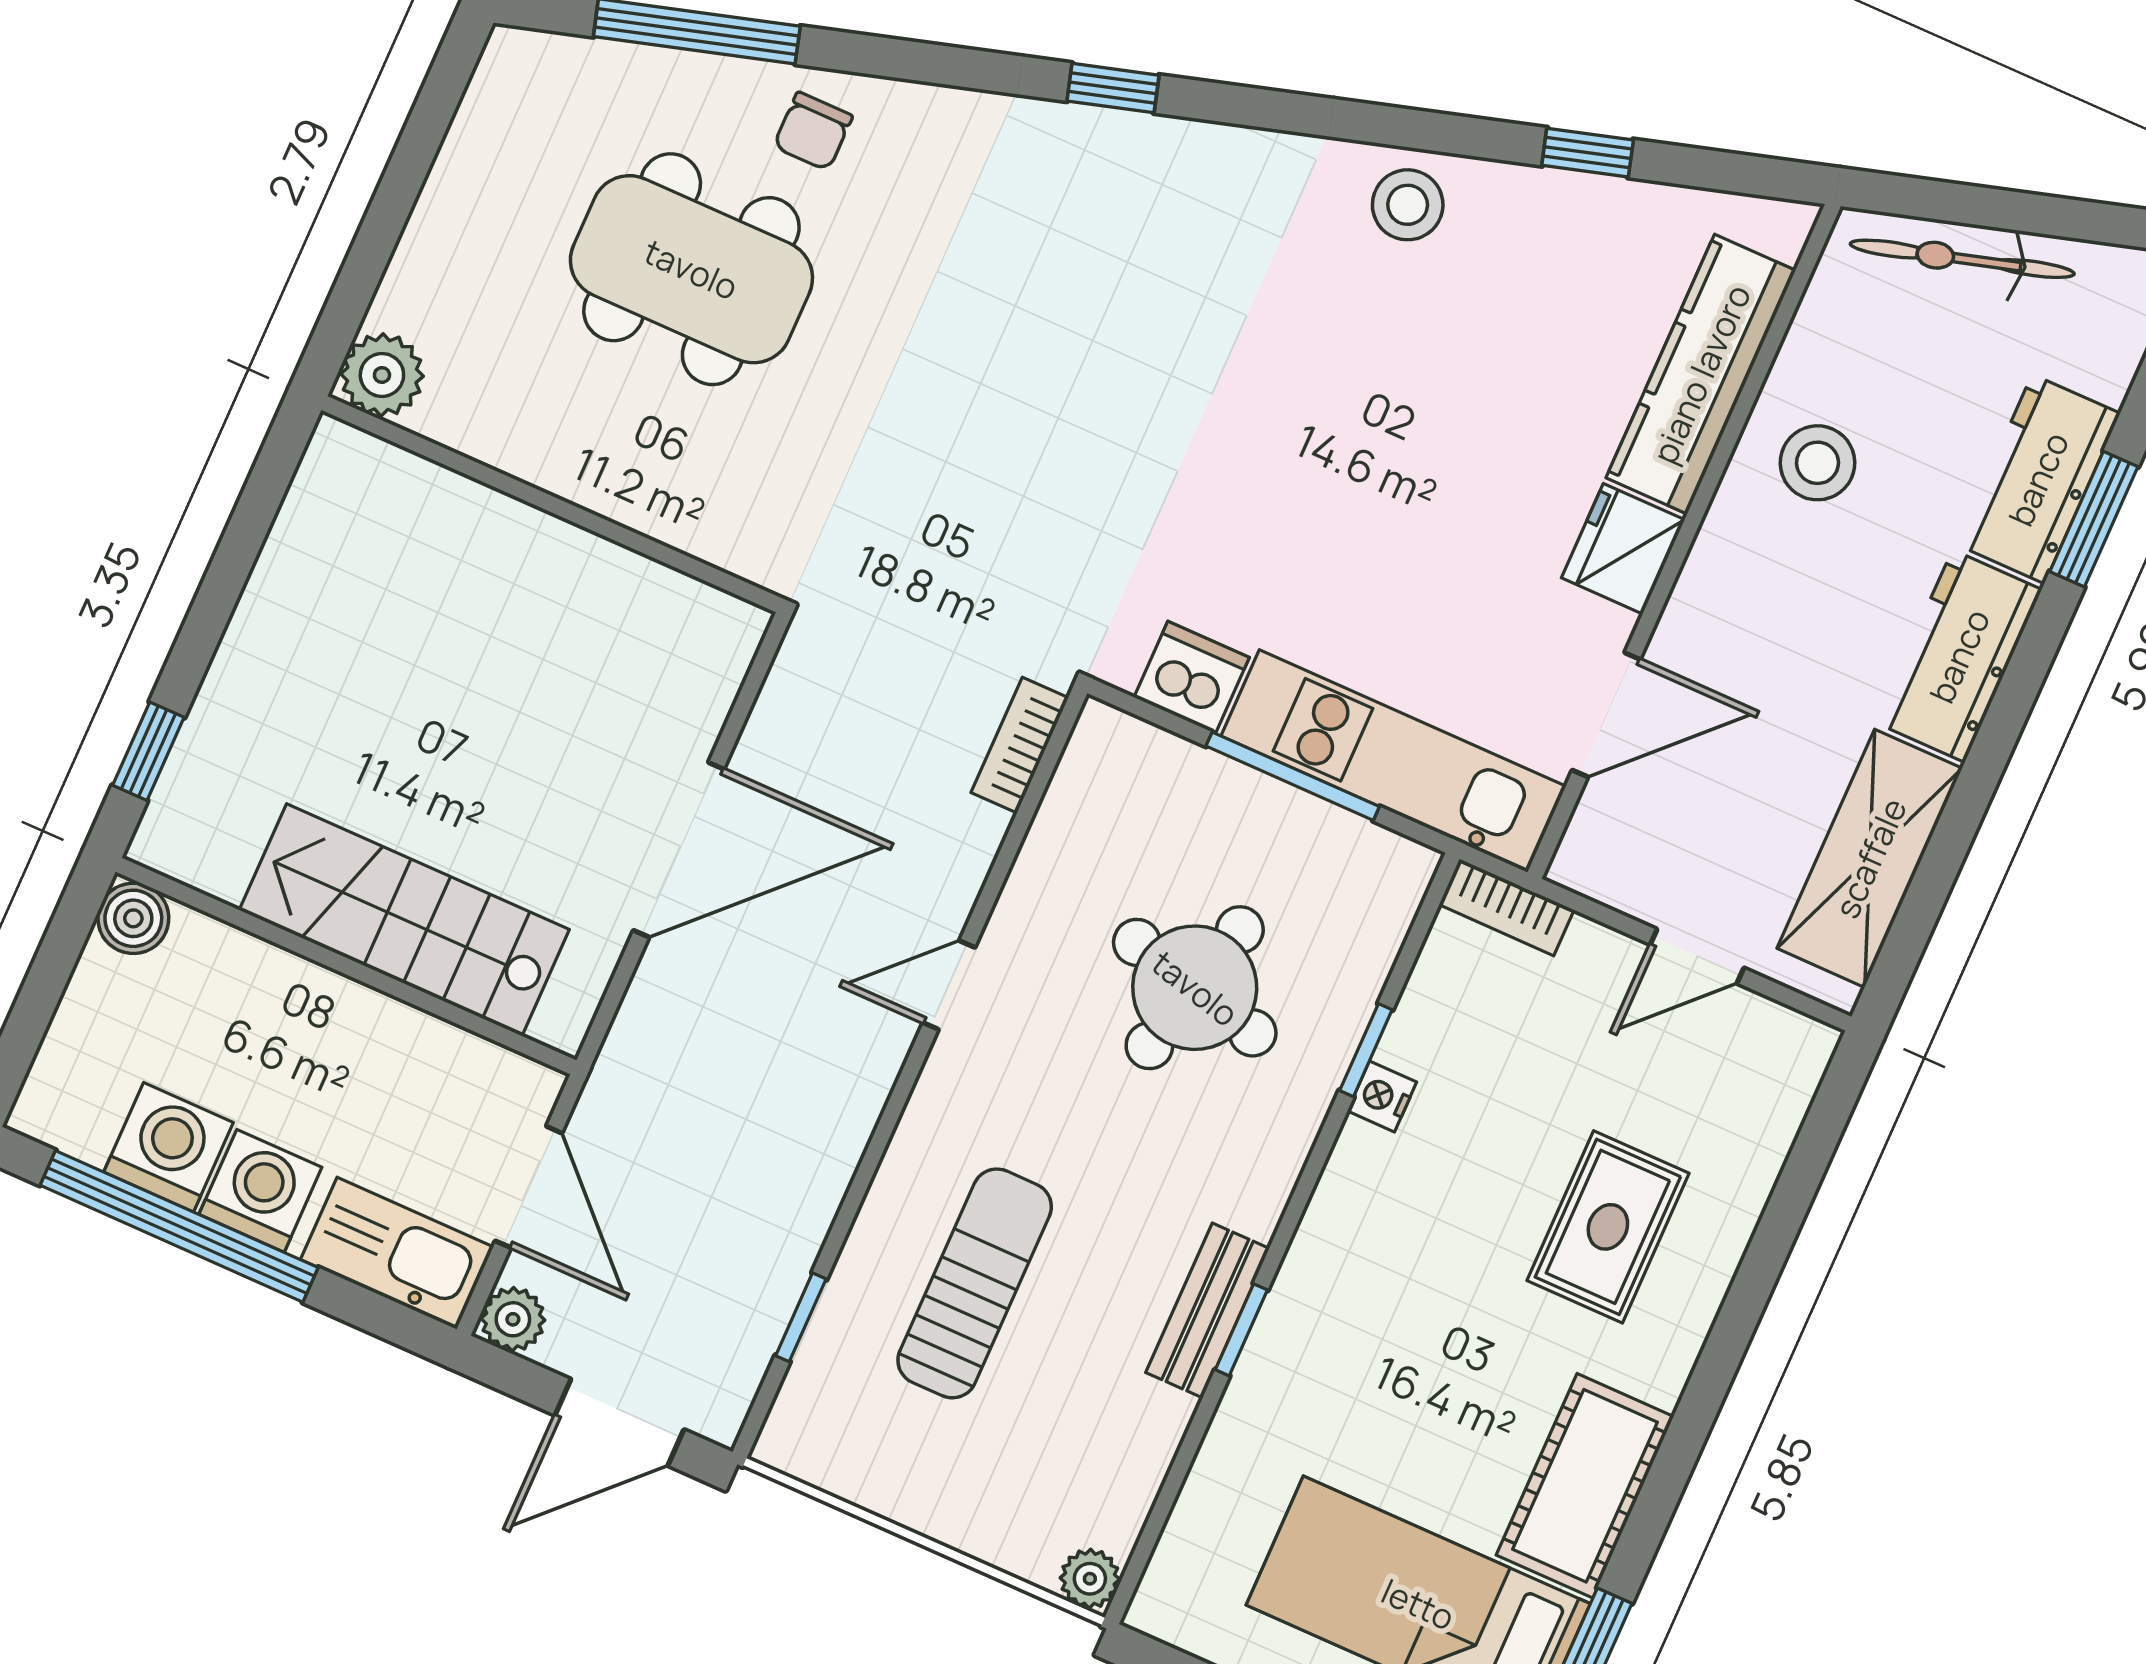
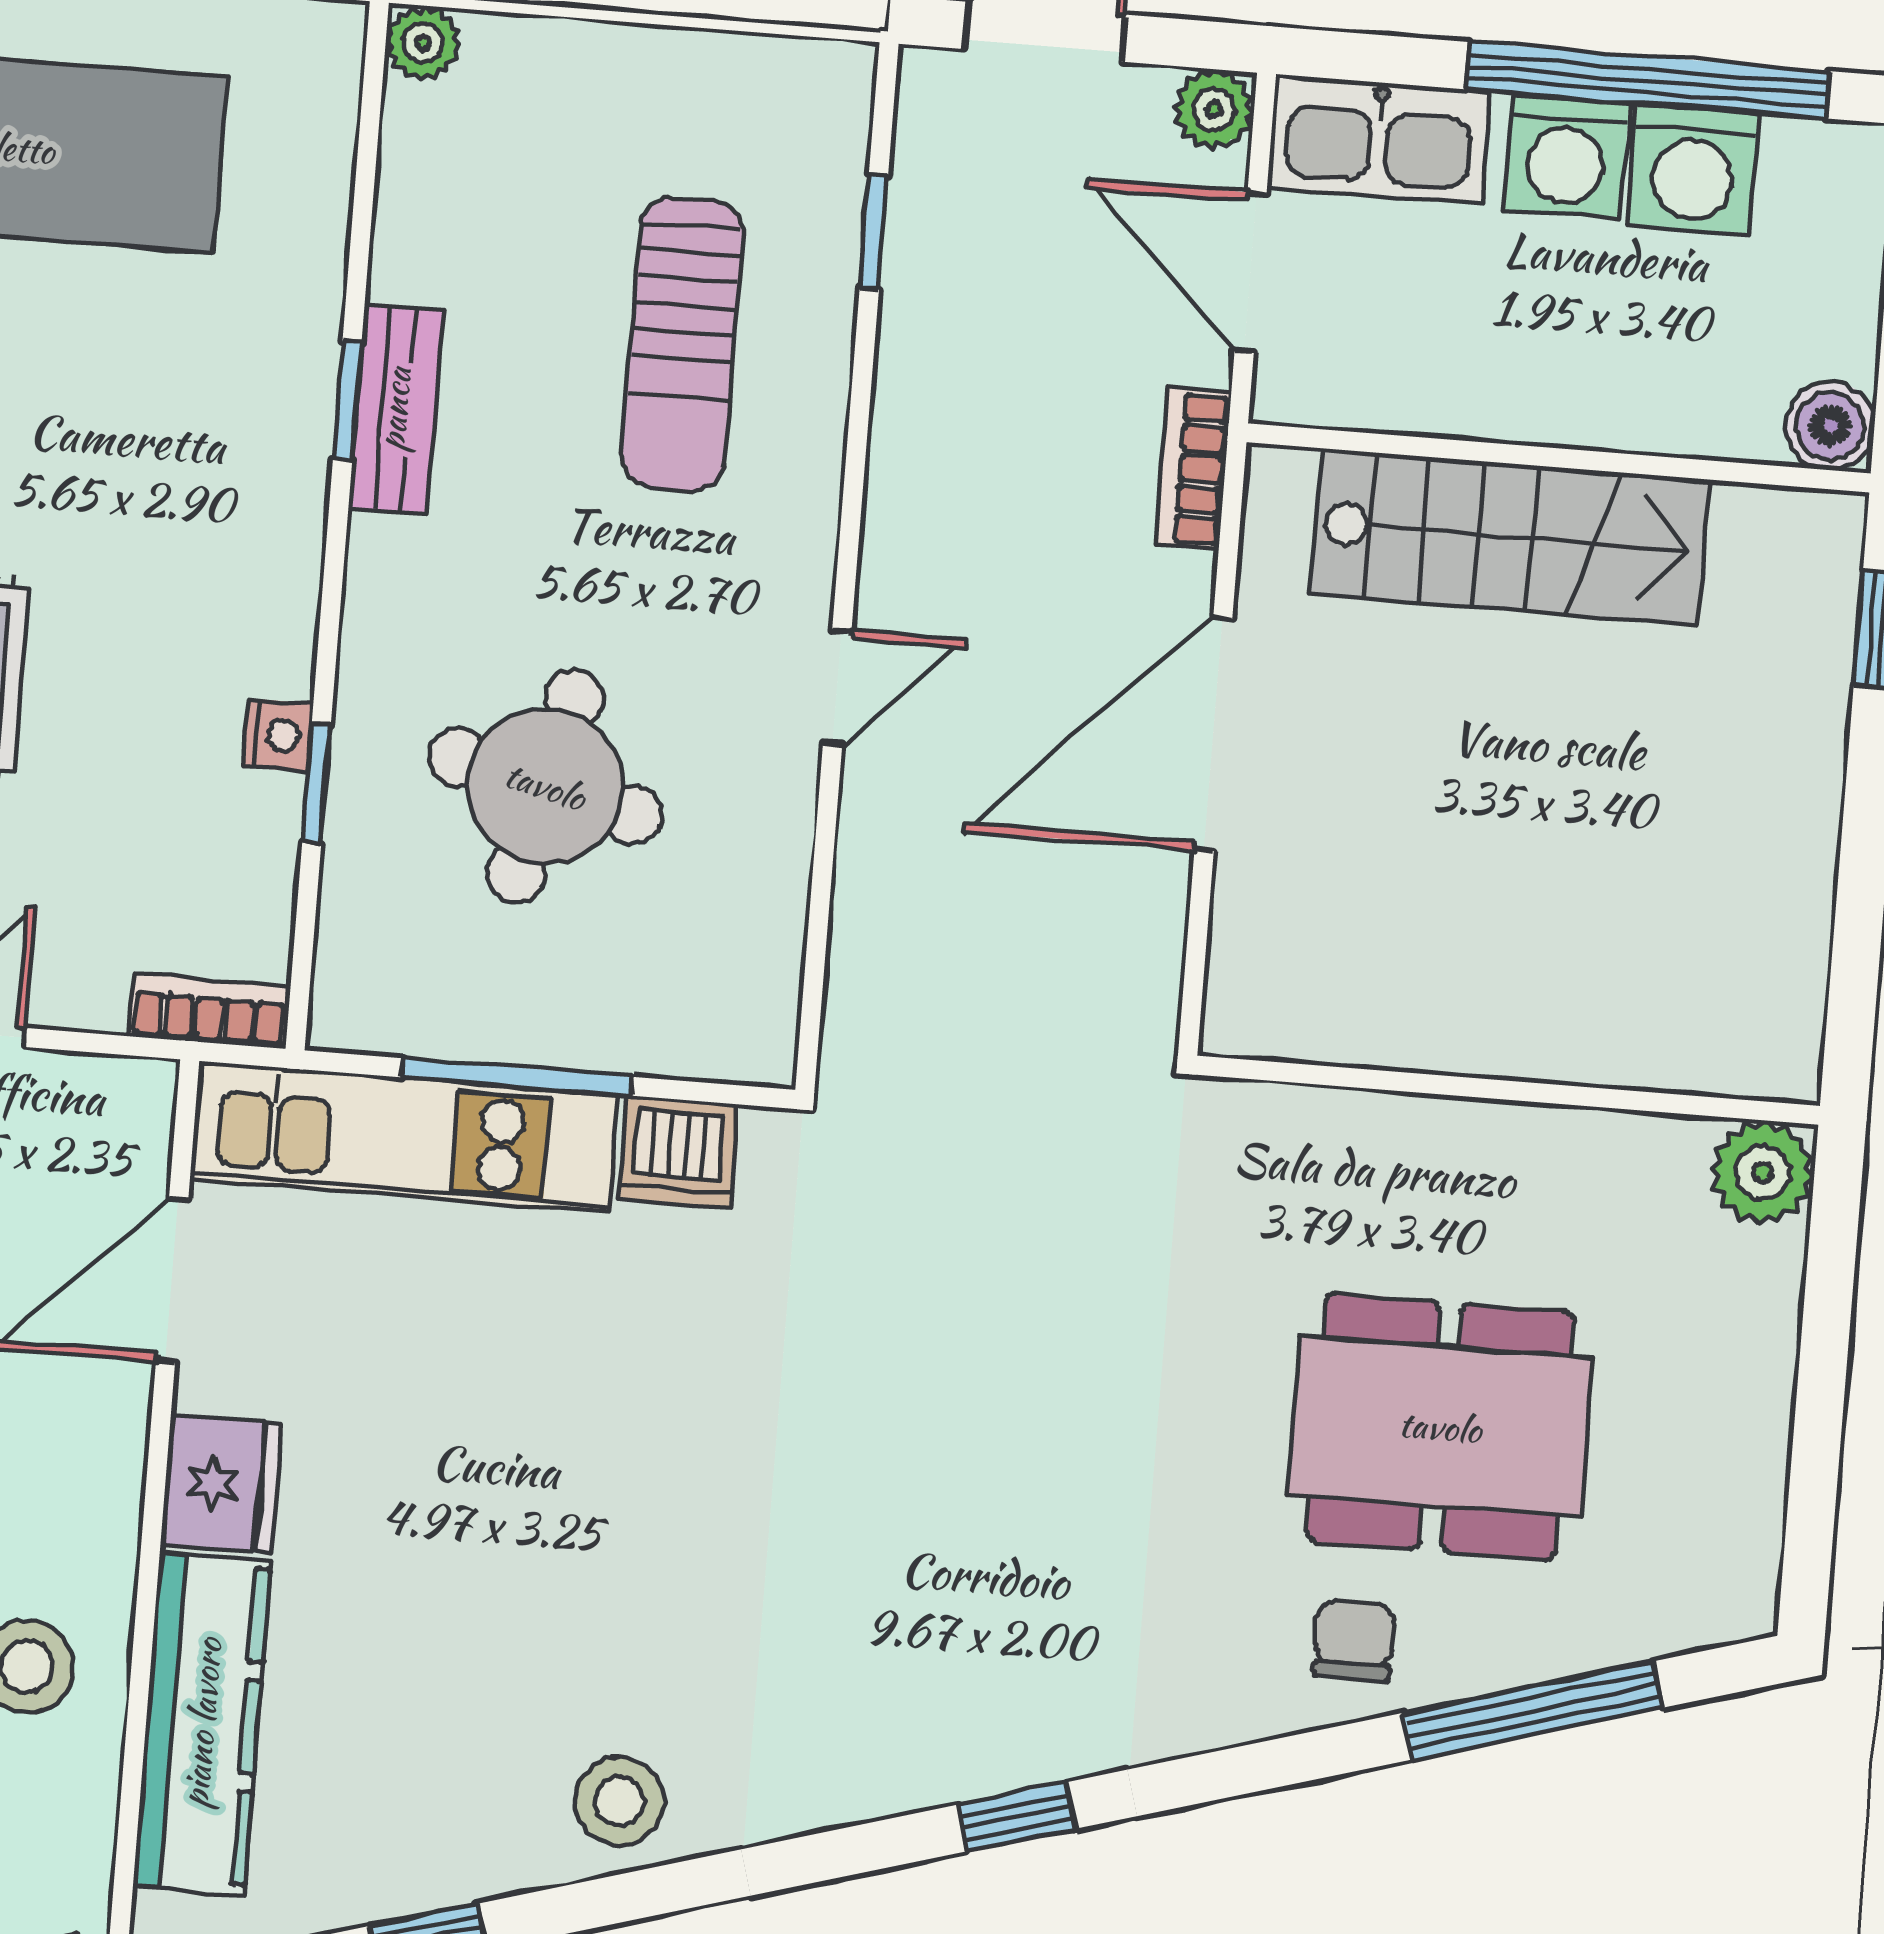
bookcase: (1020, 745) -> (1193, 469), moved, turned 180

